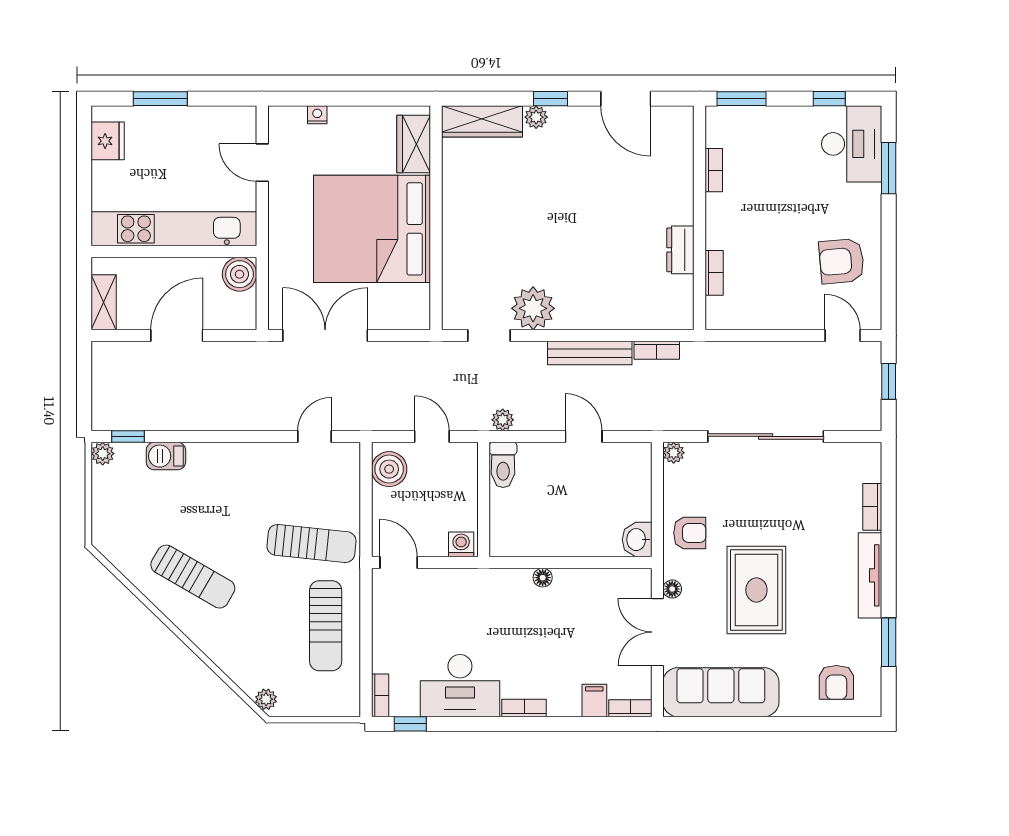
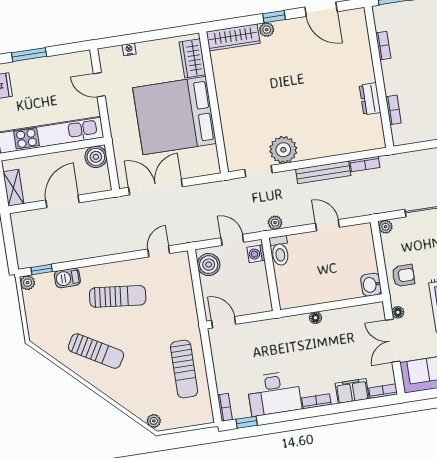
sun lounger: (311, 544) -> (118, 296), moved
washing machine: (461, 544) -> (256, 254), moved, turned -90
filing cabinet: (594, 700) -> (352, 391), width x2.00

